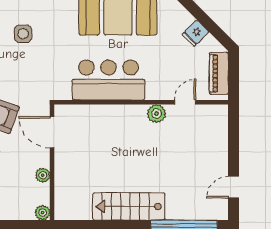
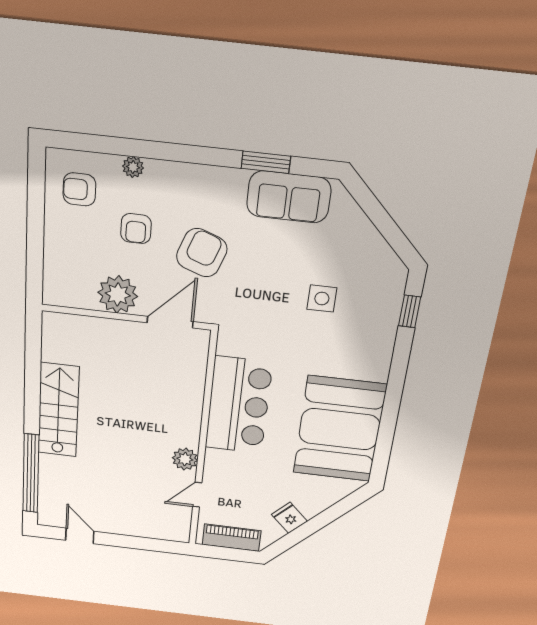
door: (185, 102) -> (197, 495), swing flipped
plant: (43, 175) -> (118, 294), width x1.88, depth x1.88
plant: (43, 213) -> (53, 296), removed

